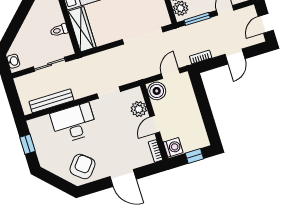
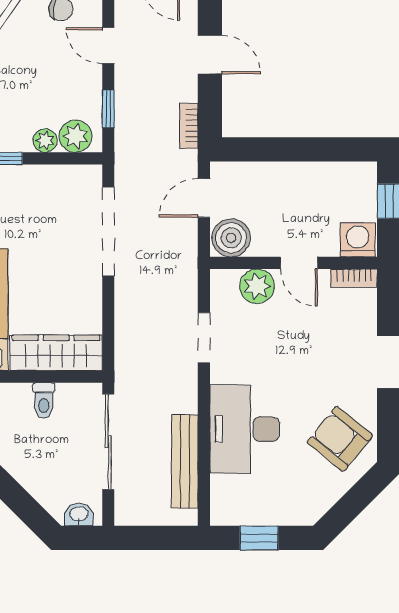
window: (197, 19) -> (108, 109), width x0.67
sliding door: (50, 64) -> (108, 442), width x1.37
door: (171, 73) -> (204, 198), hinge flipped

